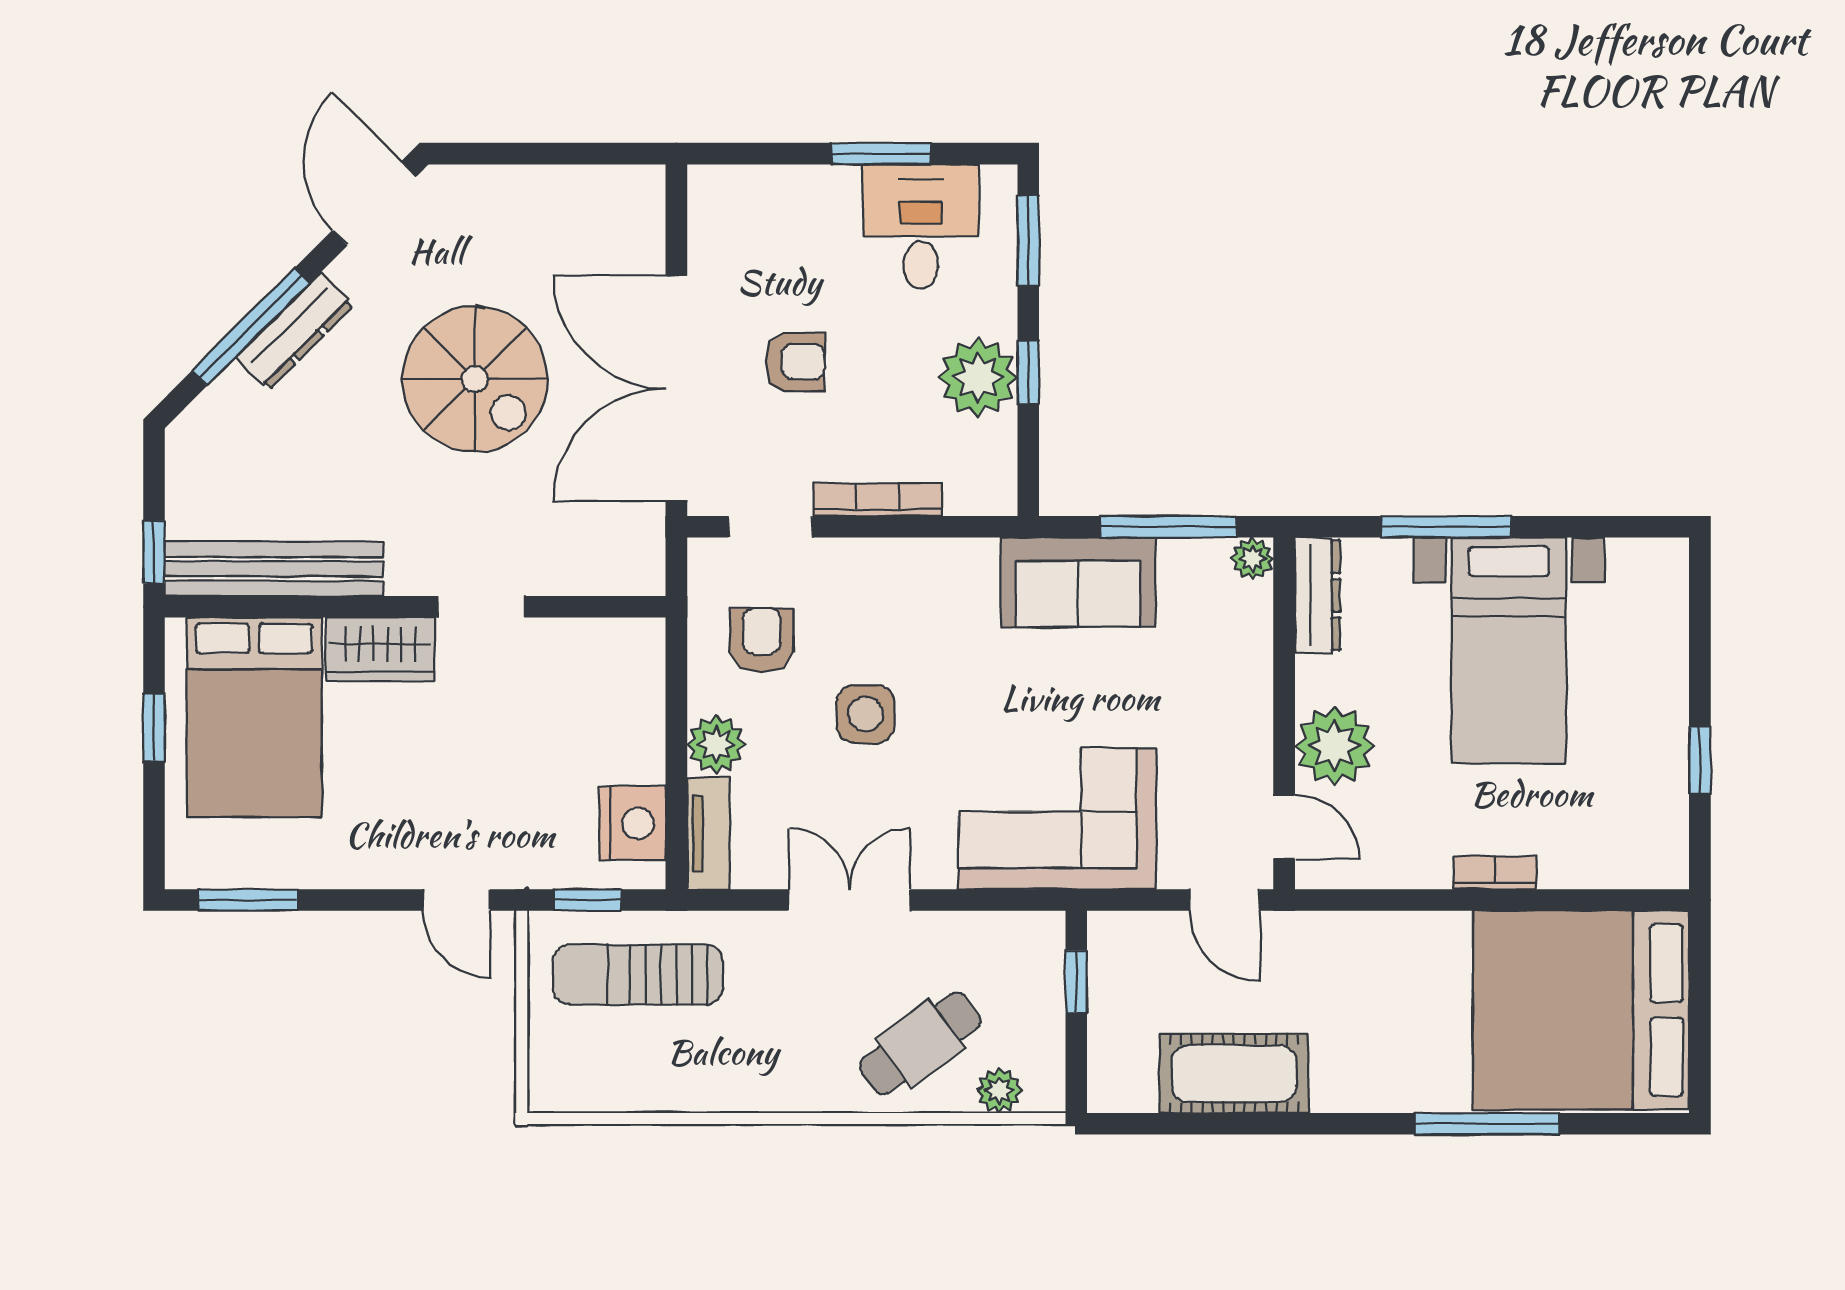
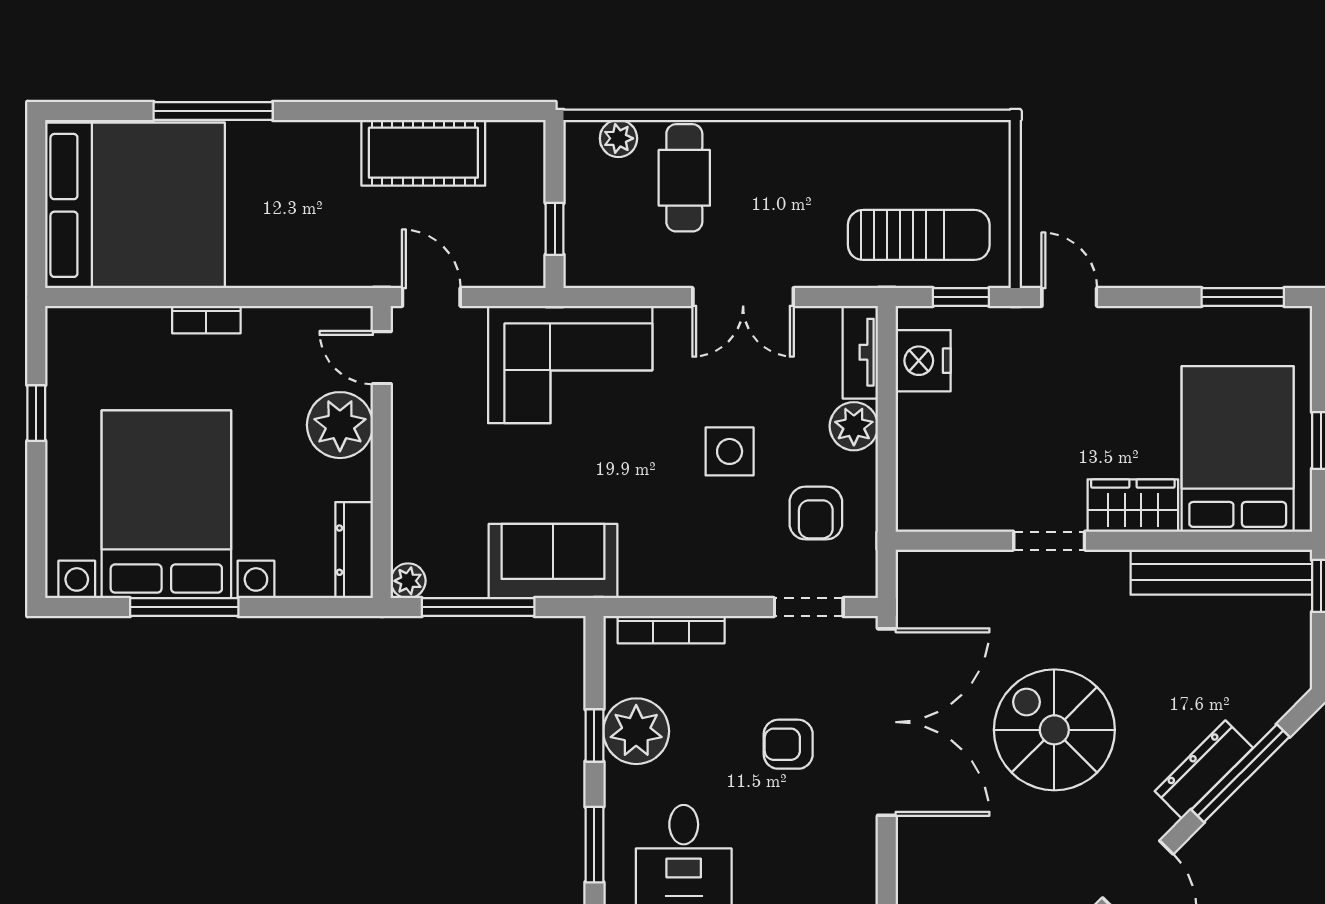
bookcase: (877, 500) -> (671, 630), moved
window: (1446, 527) -> (184, 607), moved
bed with nightstands: (1509, 650) -> (166, 504), width x1.36
cafe table: (920, 1043) -> (684, 178), turned -54

